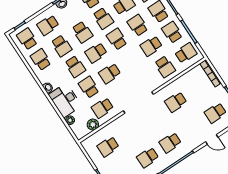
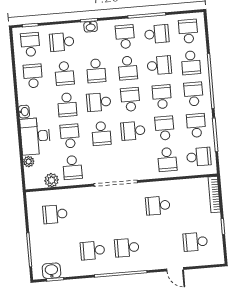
school desk: (151, 46) -> (165, 128), turned 90
school desk: (130, 60) -> (133, 131), added
school desk: (110, 73) -> (101, 133), turned -90
school desk: (102, 108) -> (72, 167), turned -90

